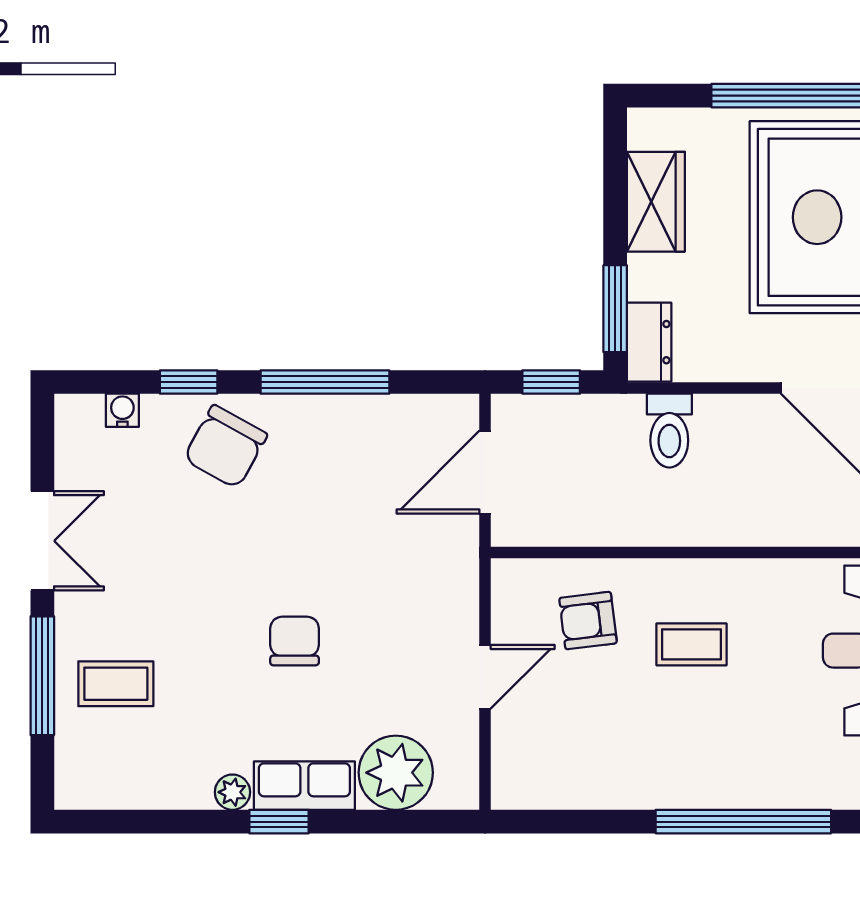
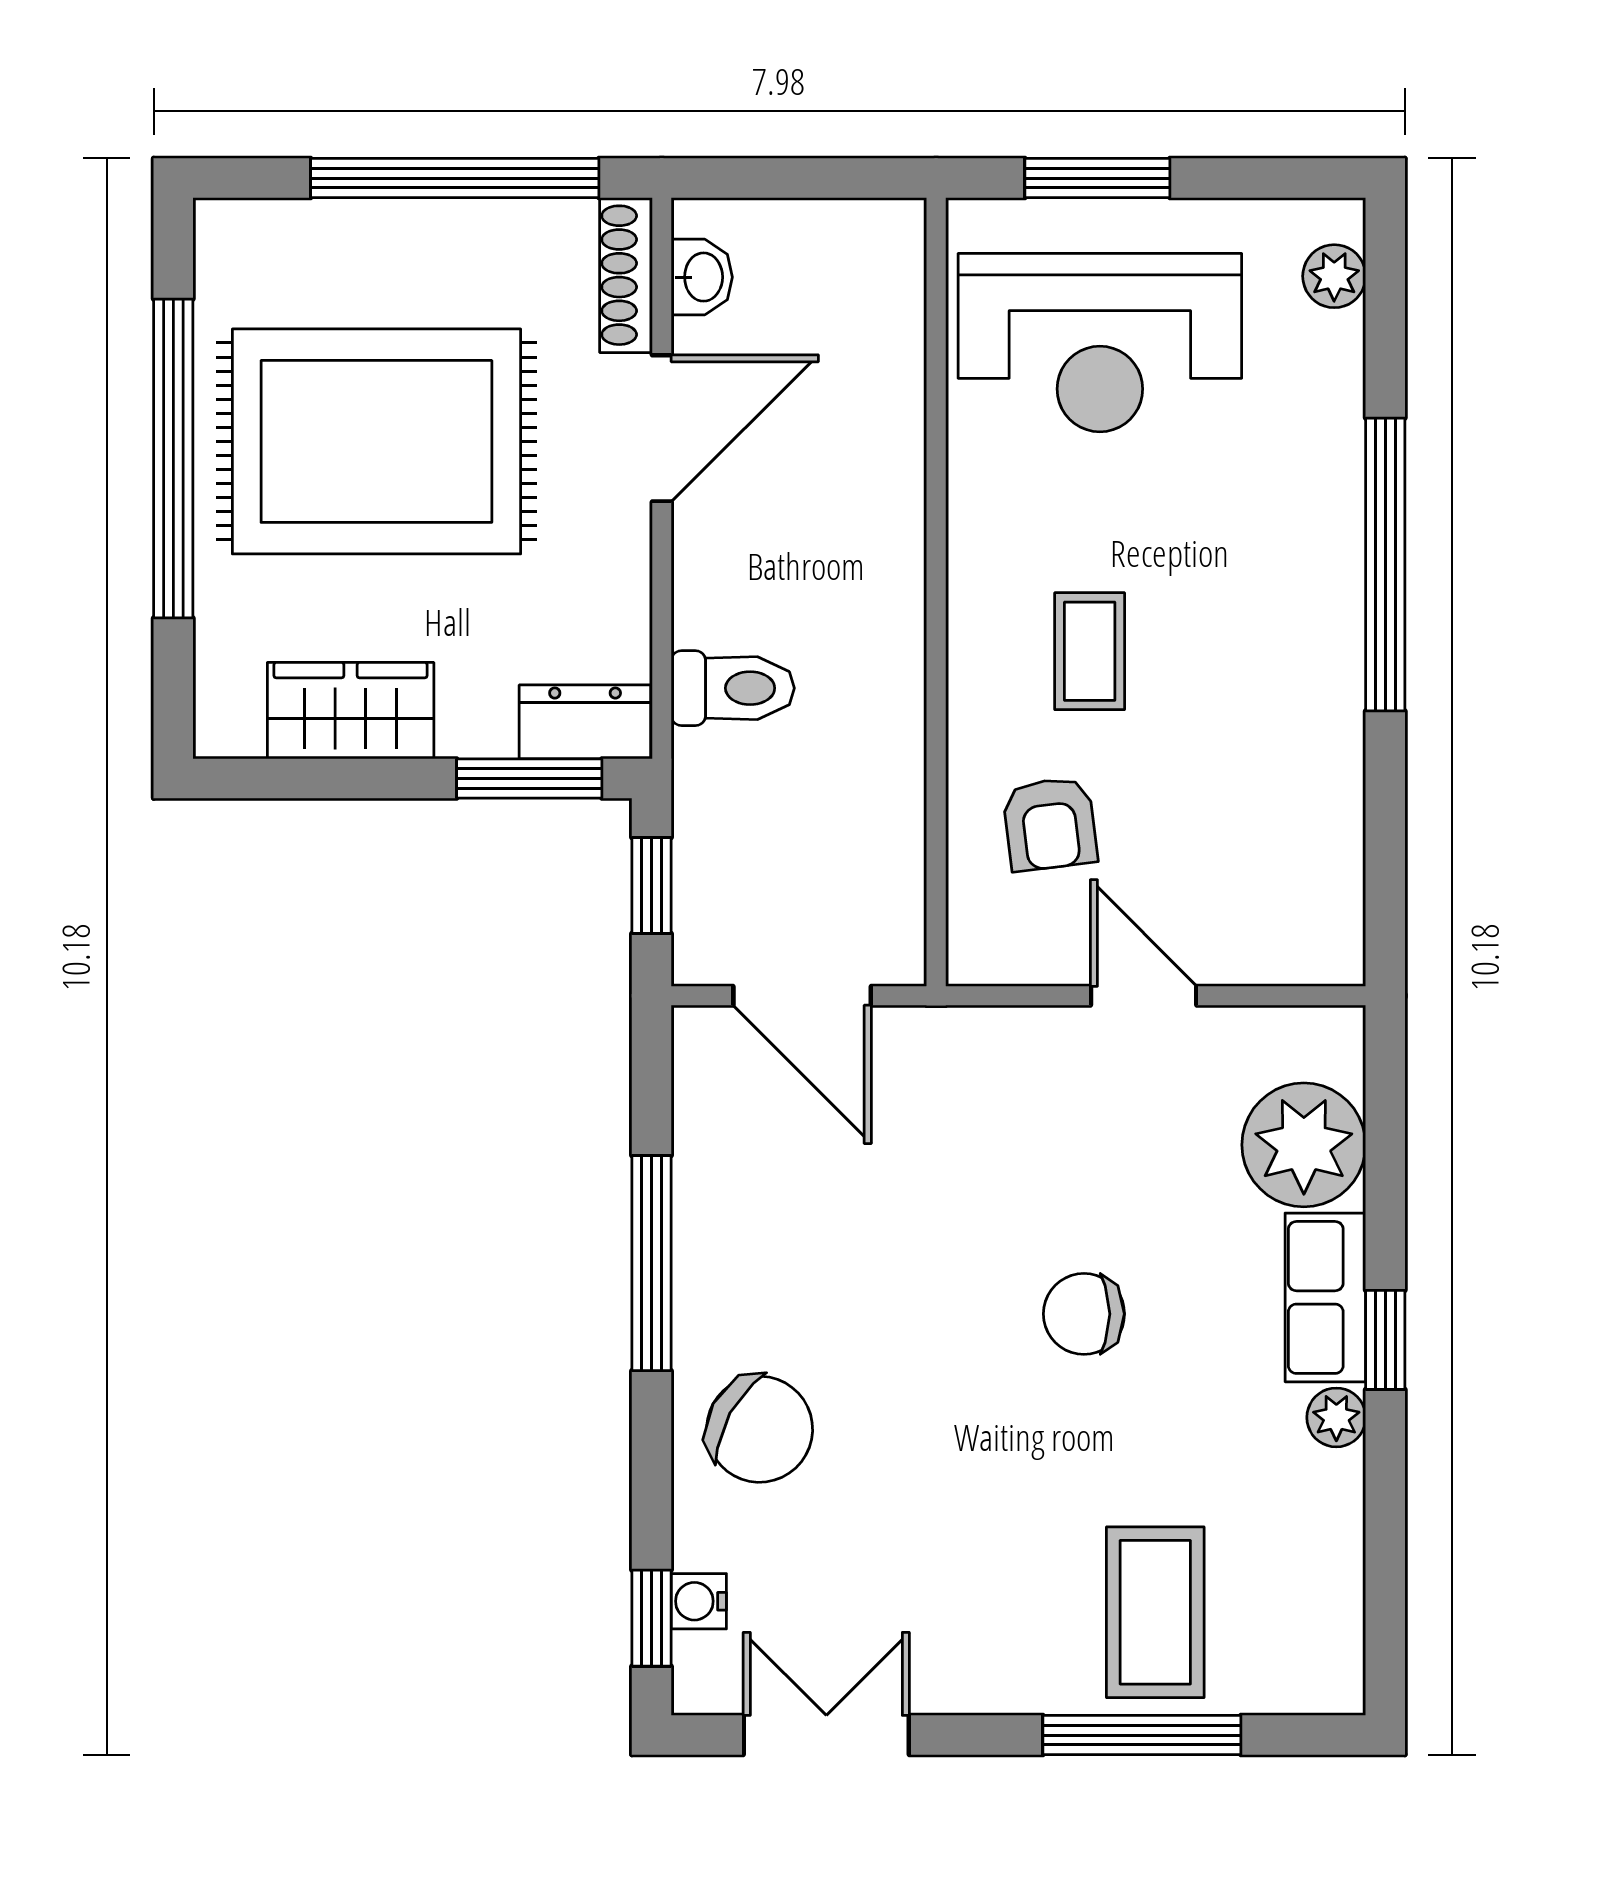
window: (189, 382) -> (652, 1618), moved
double door: (42, 541) -> (826, 1735), moved
coffee table: (116, 684) -> (1155, 1612), width x1.36, depth x1.30

